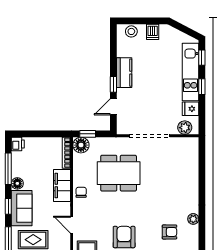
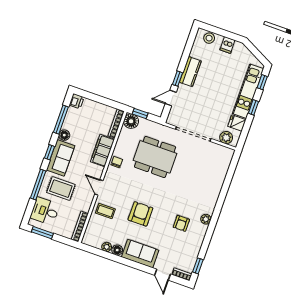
armchair: (169, 232) -> (181, 223), turned 90

